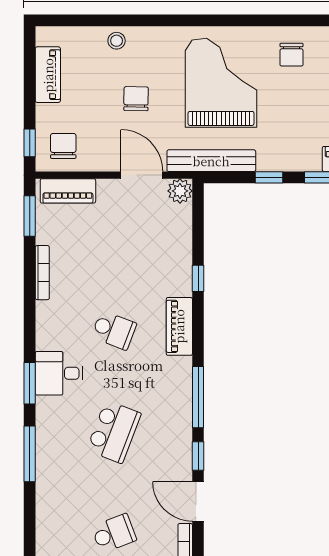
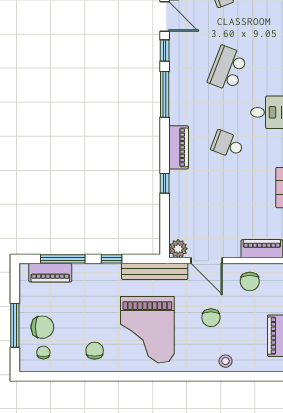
chair: (63, 146) -> (250, 281), moved

